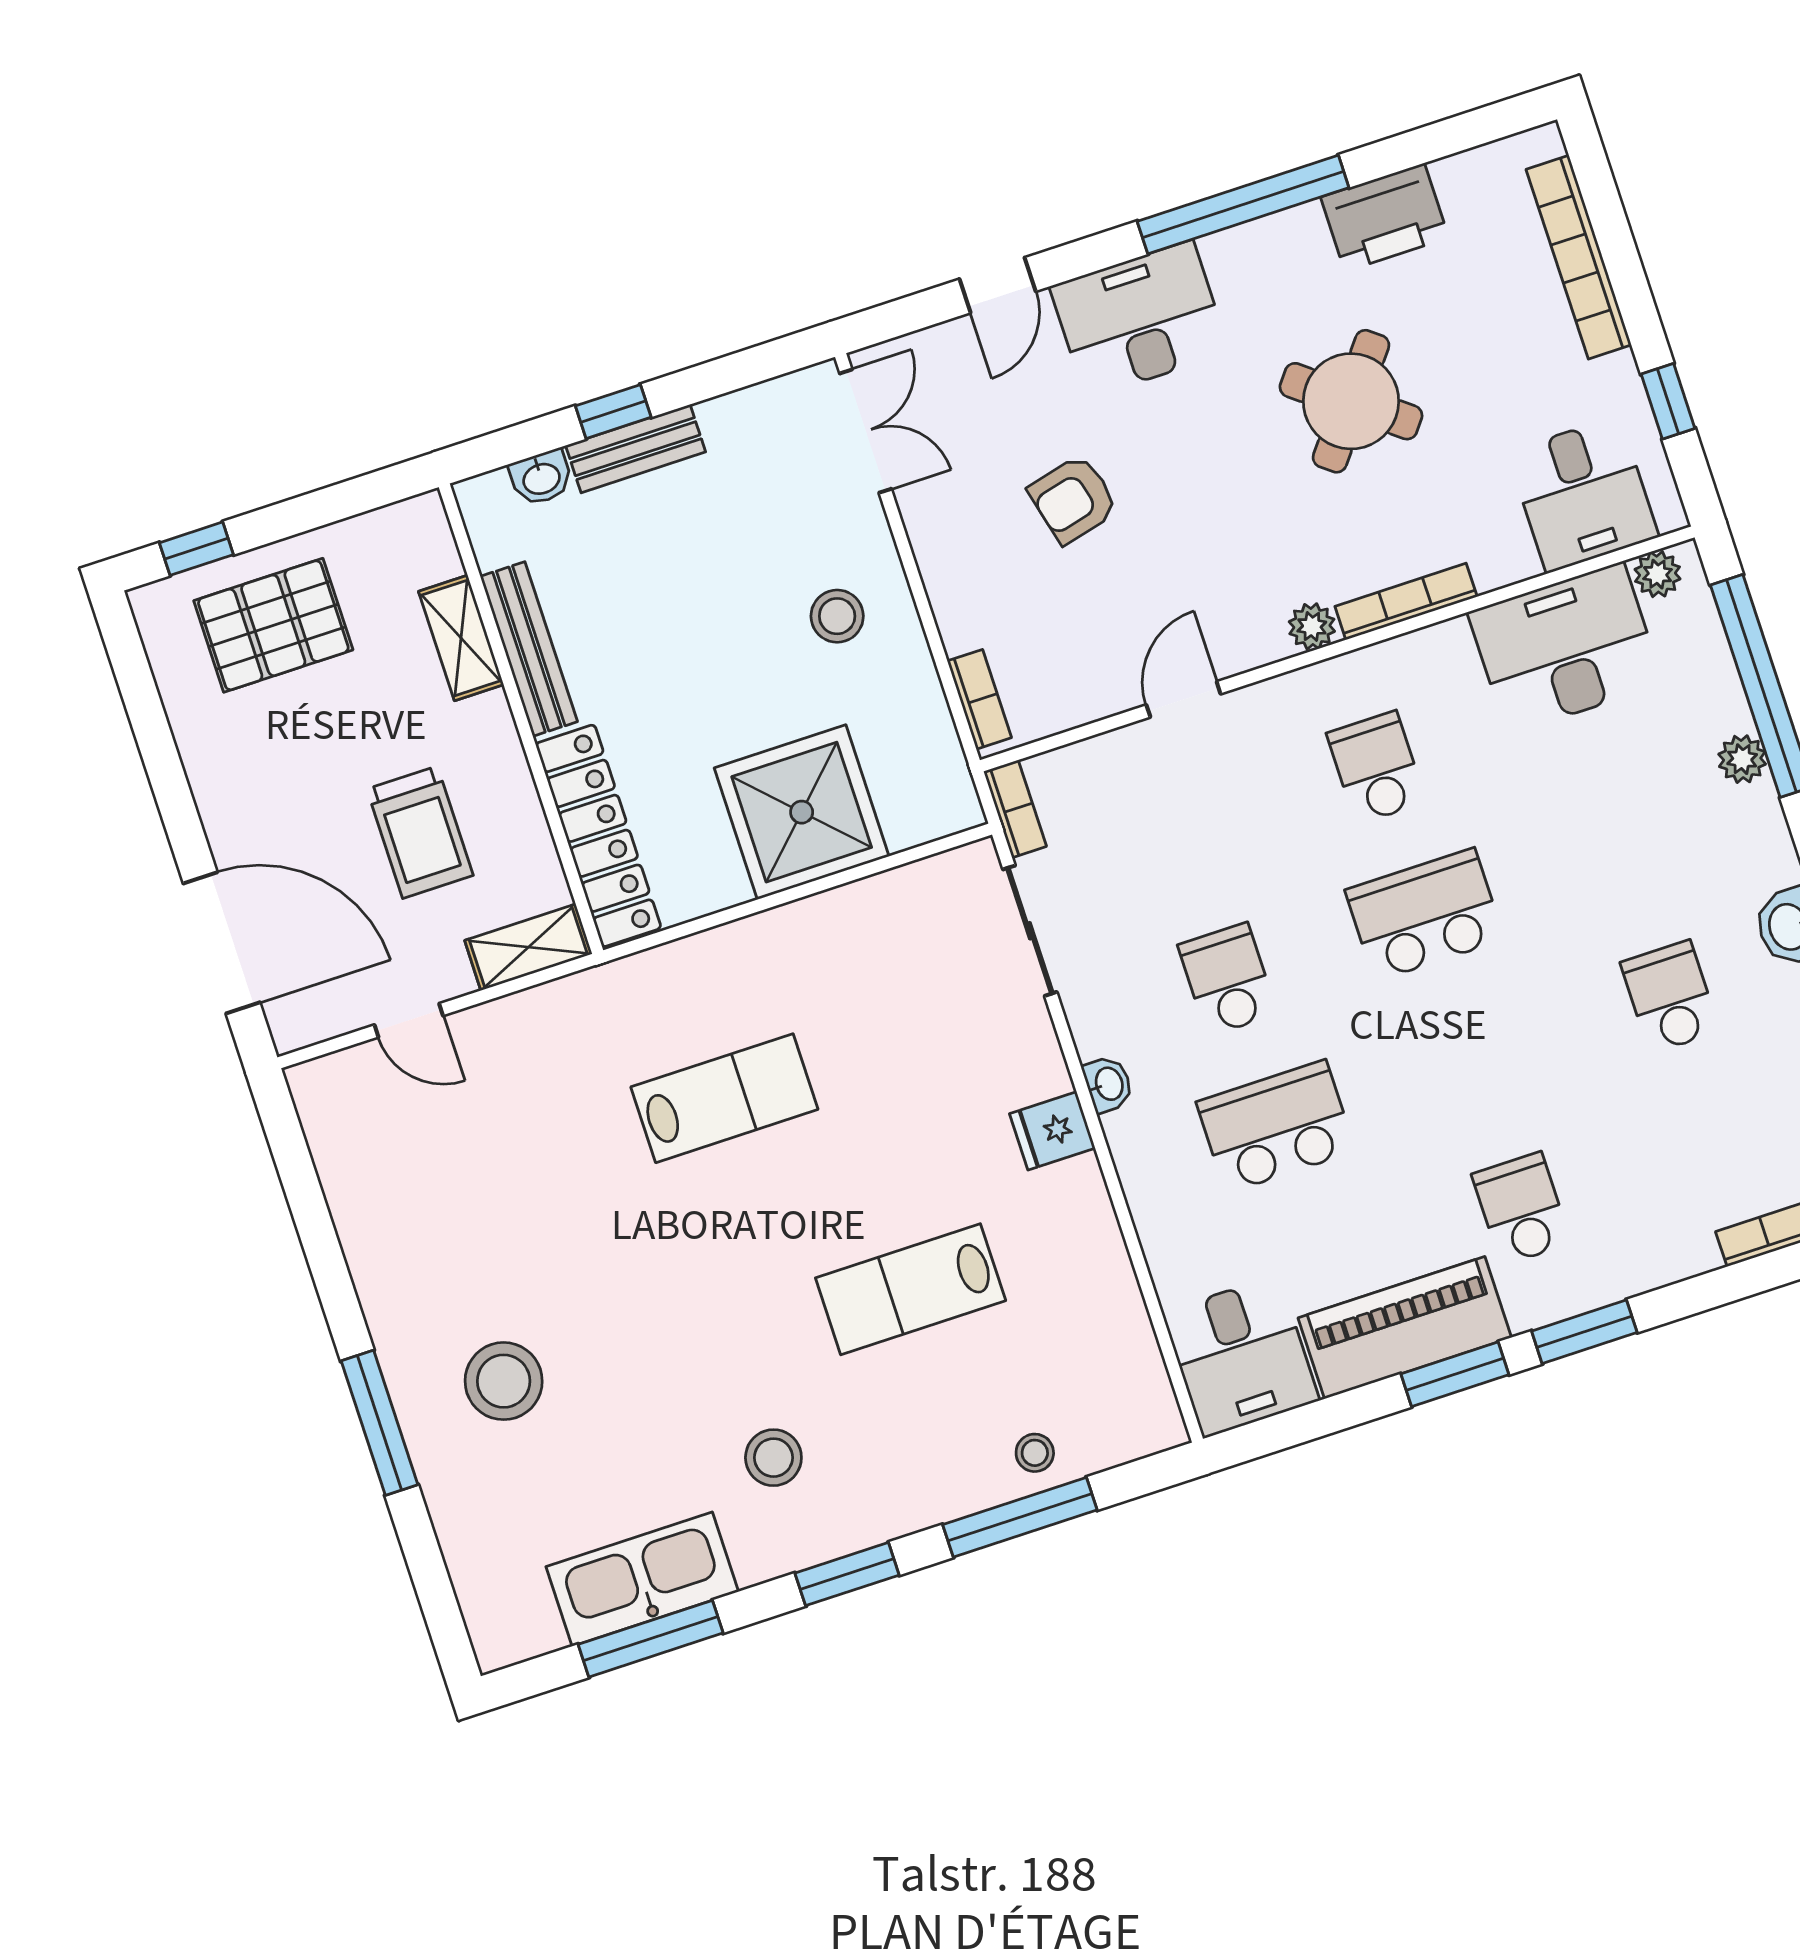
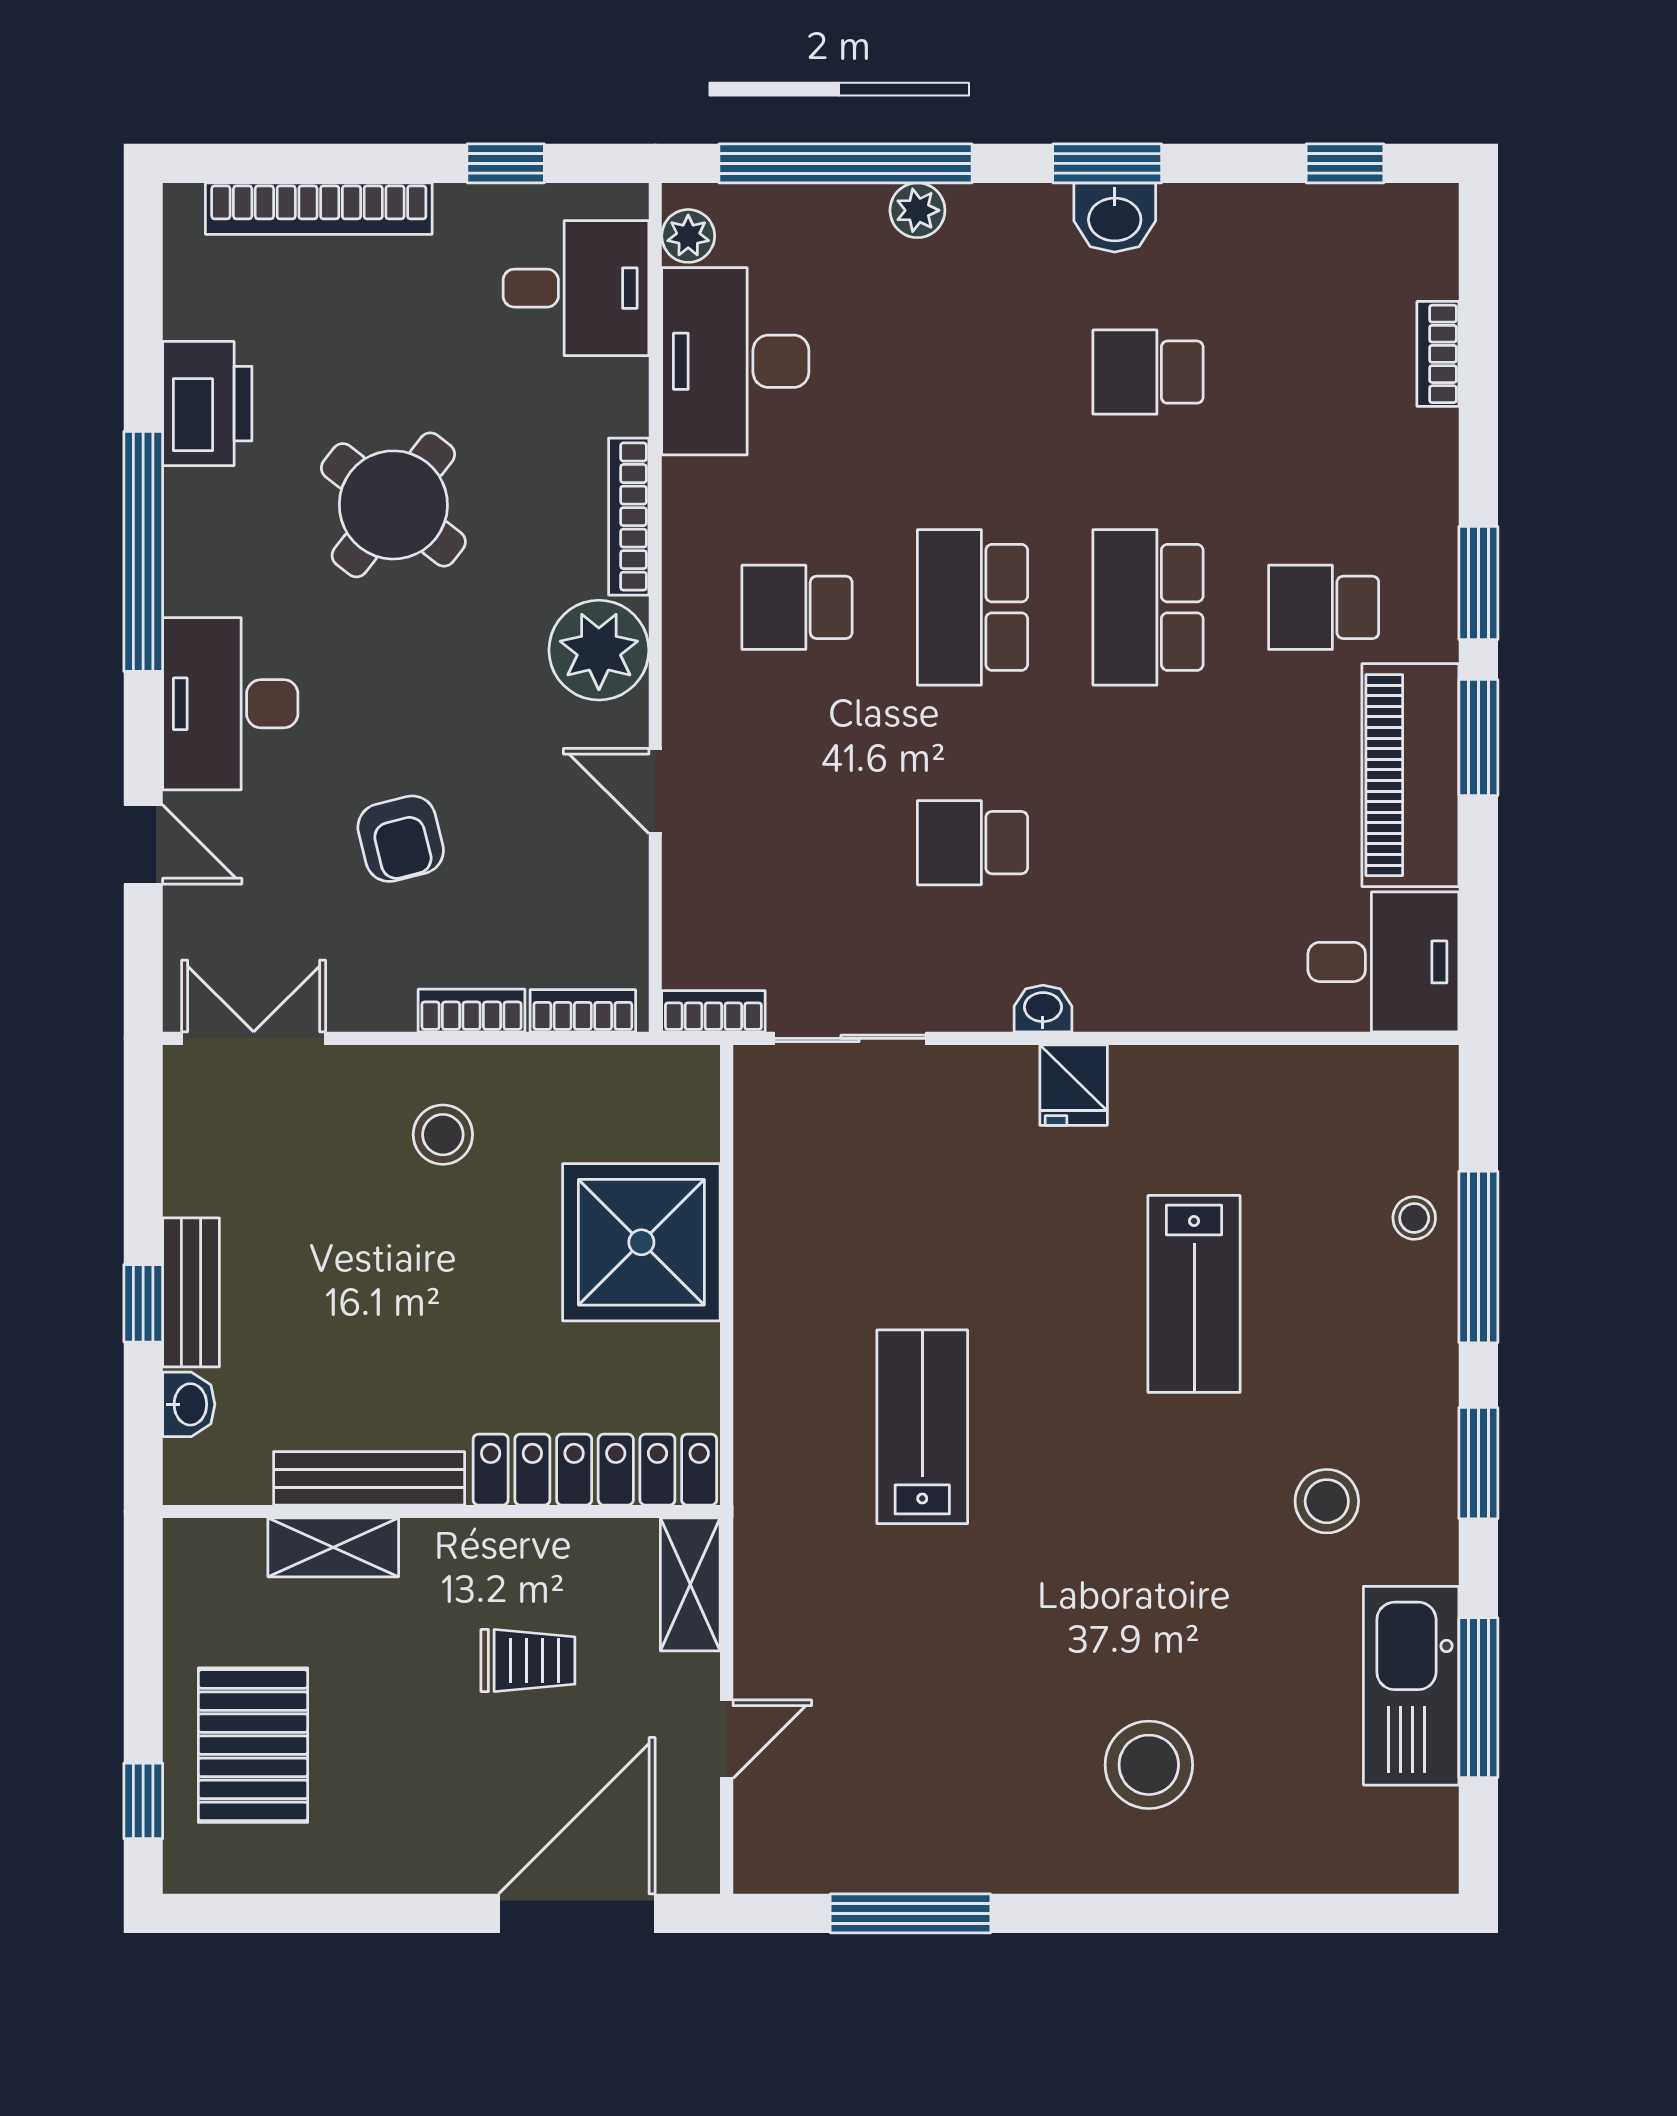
bookcase: (949, 606) -> (472, 1011), added
plant: (1312, 626) -> (599, 650), width x1.88, depth x1.88
trolley: (420, 832) -> (528, 1661), width x0.73, depth x0.72
school desk: (1276, 1127) -> (1148, 607), moved
window: (379, 1423) -> (911, 1913), moved

